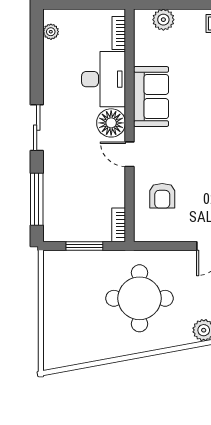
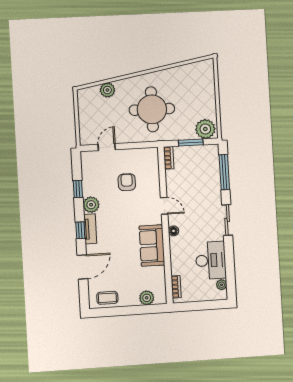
desk: (104, 79) -> (211, 260), moved, turned 180
floor lamp: (111, 123) -> (174, 231), width x0.53, depth x0.53
armchair: (162, 196) -> (127, 182), moved
plant: (62, 265) -> (205, 129), added

